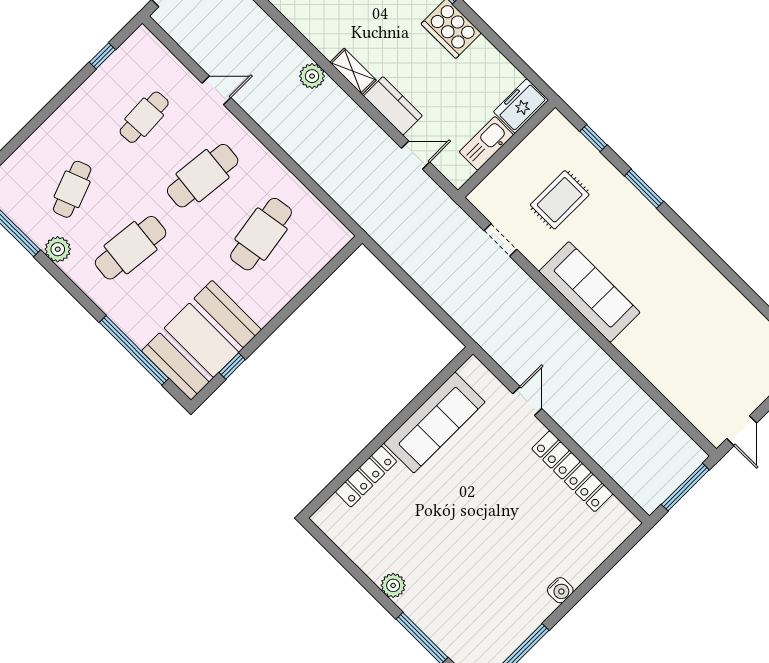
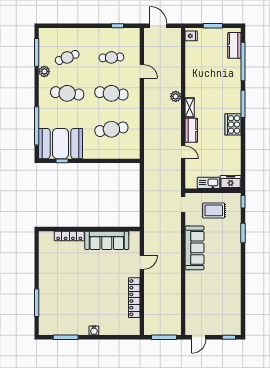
freezer: (521, 106) -> (231, 182), moved
kitchen sink: (486, 143) -> (208, 183), moved
wall: (507, 149) -> (213, 191), moved
plant: (393, 585) -> (44, 278), removed

